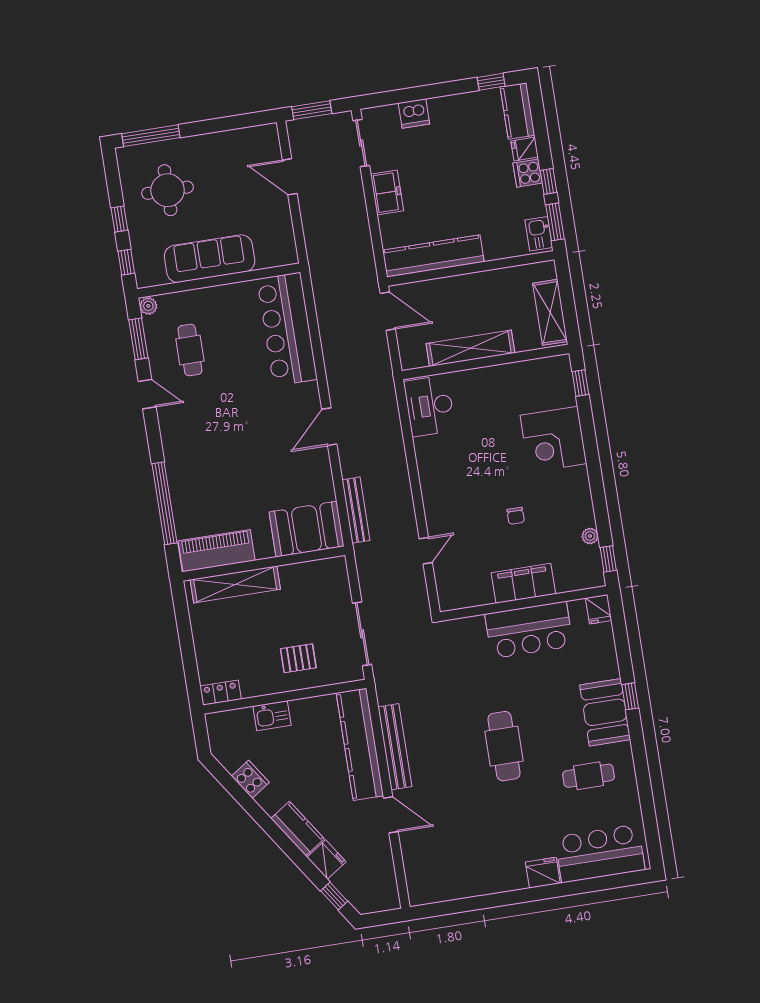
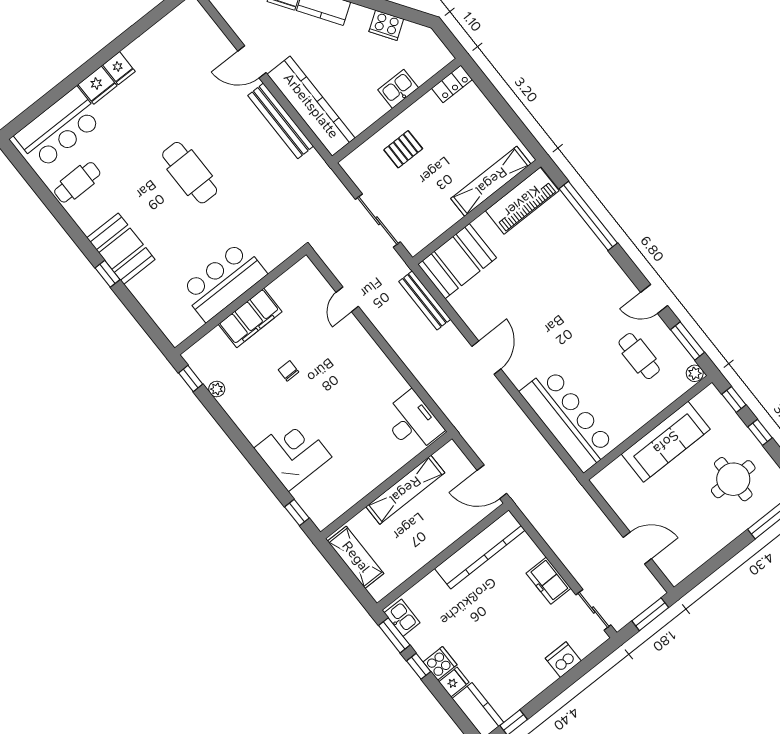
fridge: (599, 609) -> (119, 68), moved, turned 180
sliding door: (362, 634) -> (378, 221), moved
cafe table: (589, 776) -> (77, 182), moved

